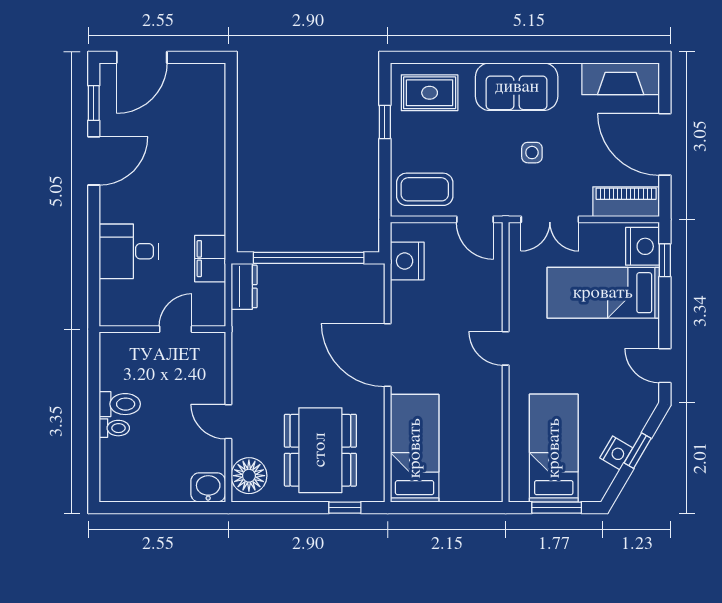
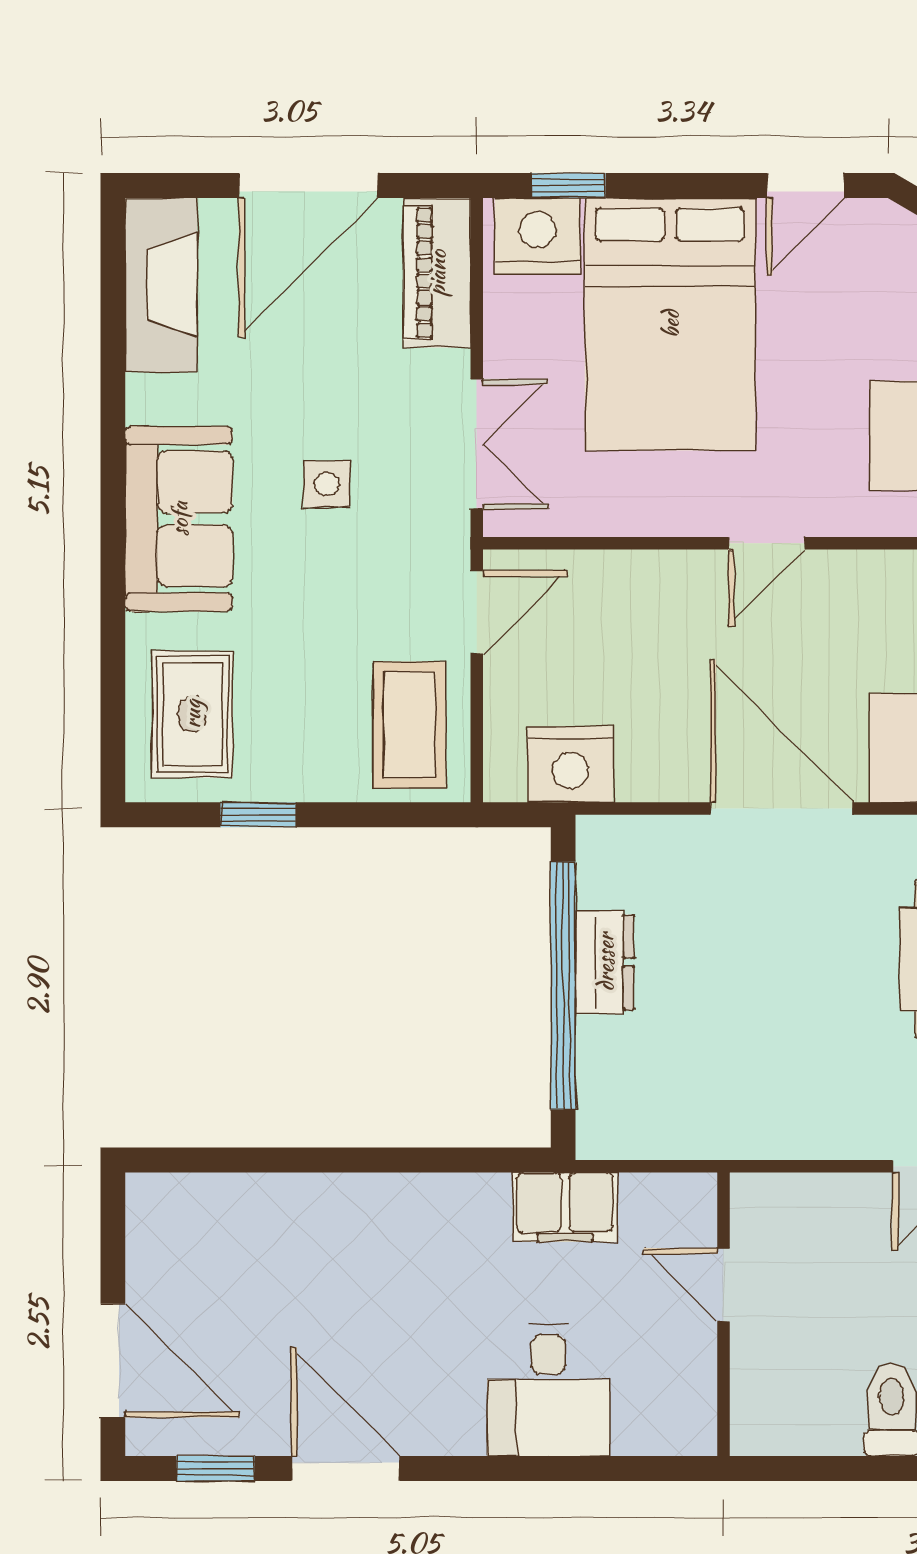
dresser: (244, 286) -> (605, 962), moved, turned 90
bed: (603, 293) -> (670, 324), width x1.50
door: (388, 355) -> (781, 809), swing flipped

